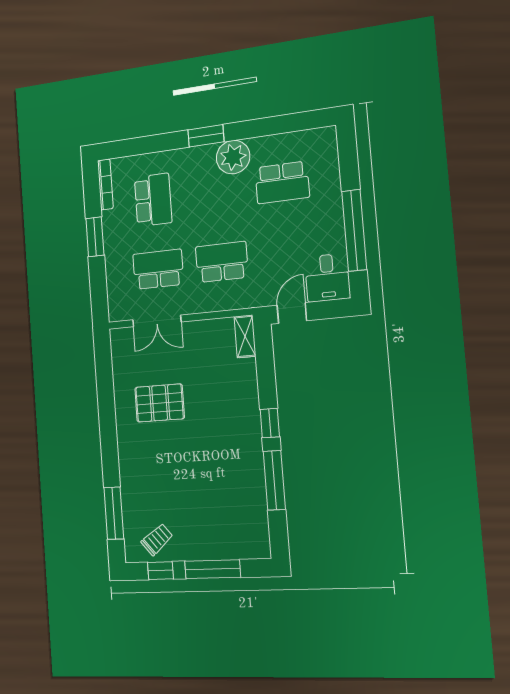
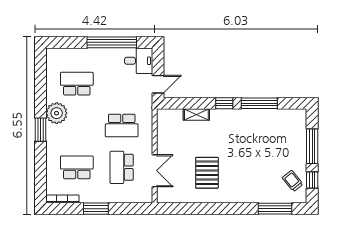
school desk: (282, 182) -> (77, 84), turned -90
school desk: (222, 262) -> (122, 125), turned -90
door: (292, 313) -> (158, 84), swing flipped
shelving: (245, 336) -> (196, 114), moved

